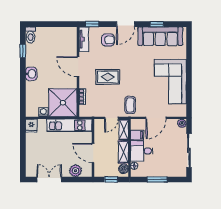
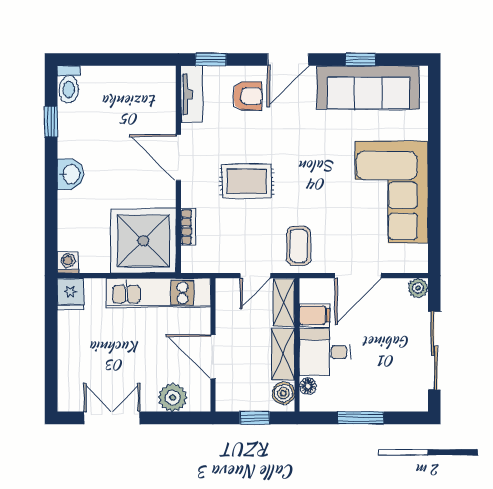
washing machine: (43, 112) -> (68, 263), moved

